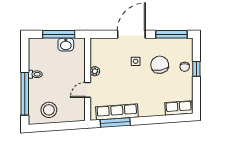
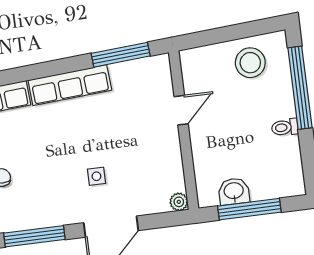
chair: (160, 65) -> (50, 176), removed
plant: (95, 71) -> (179, 202), moved
row of seats: (117, 112) -> (70, 85), moved

